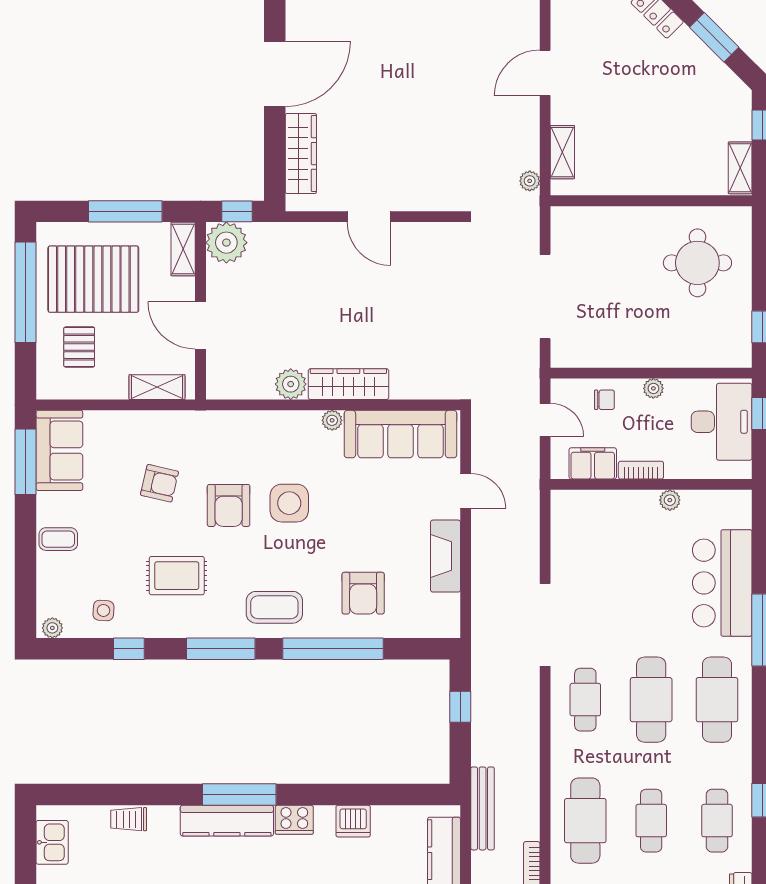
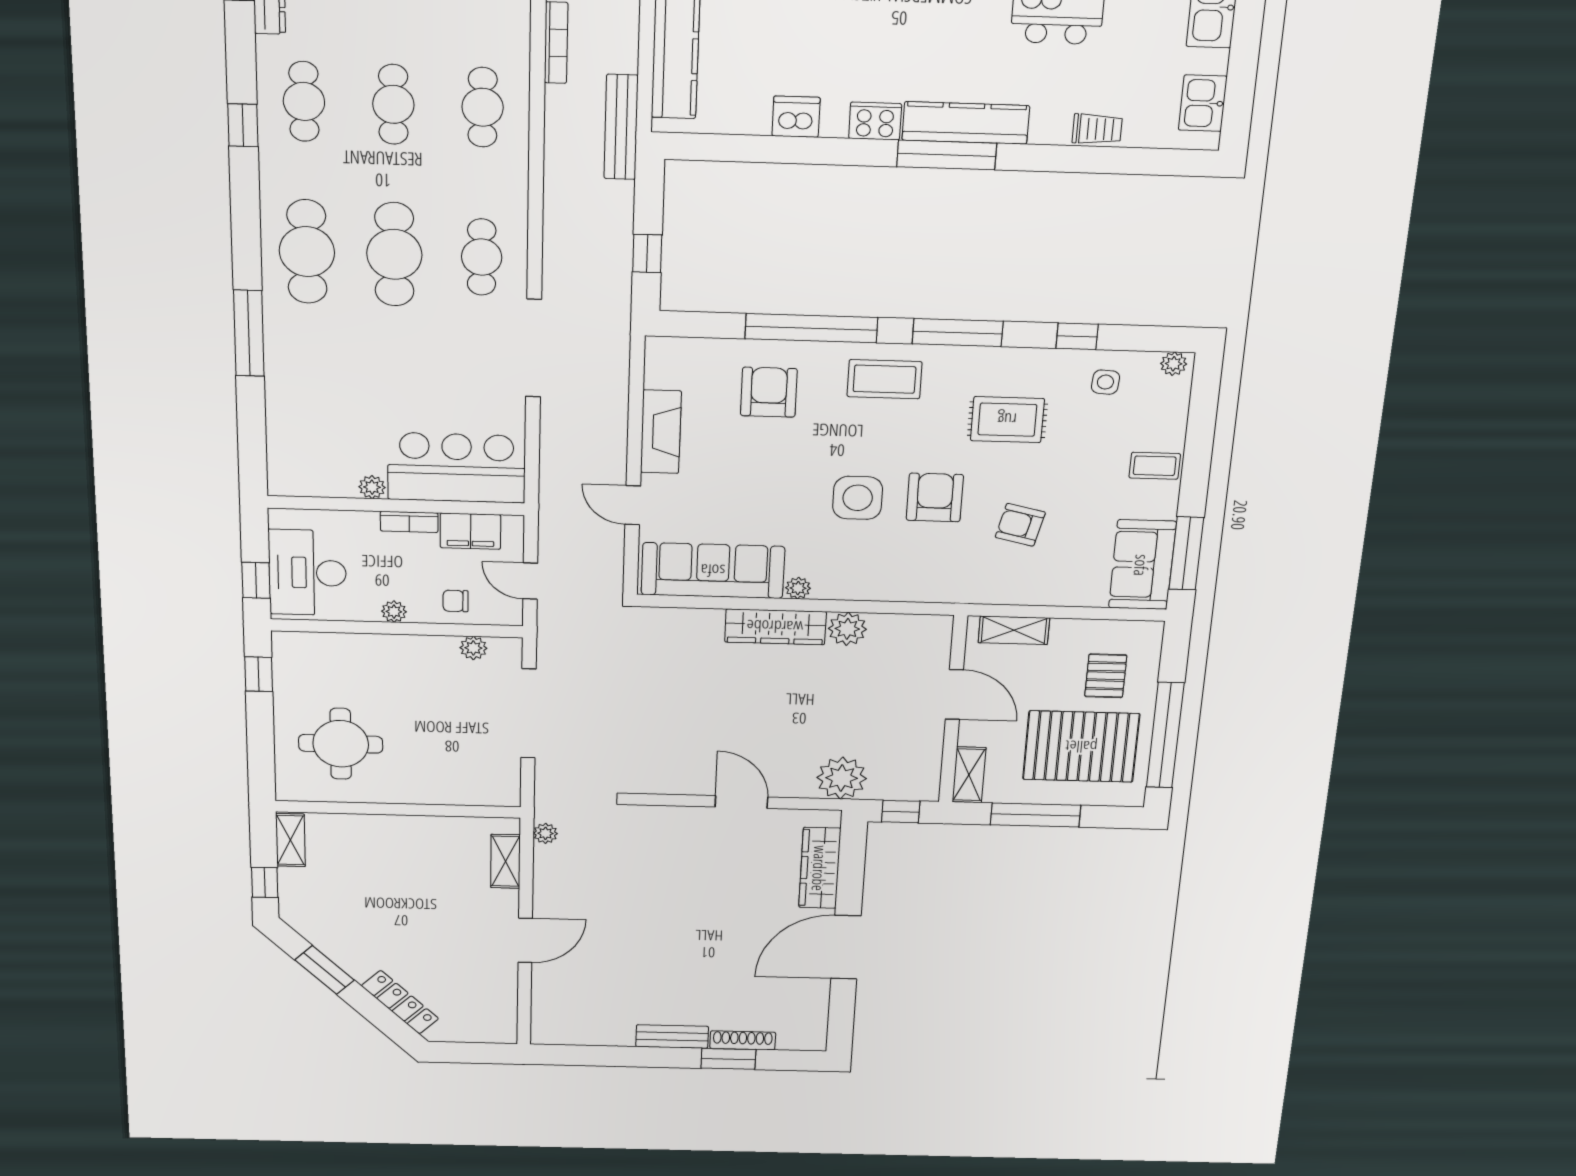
plant: (226, 243) -> (842, 778), moved
plant: (590, 357) -> (473, 648), added
bar counter: (722, 583) -> (457, 468), moved, turned -90
cafe table: (585, 821) -> (483, 107), width x0.73, depth x0.74

